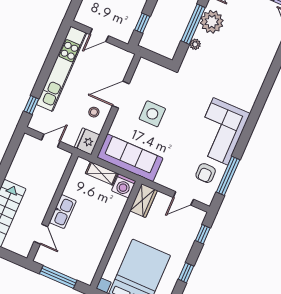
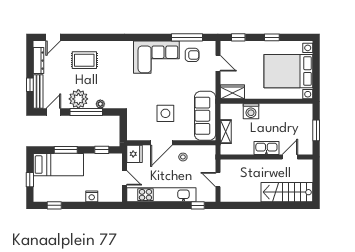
rug: (253, 48) -> (84, 60), added
door: (121, 95) -> (161, 143), hinge flipped
fridge: (87, 141) -> (134, 154), moved, turned -90
washing machine: (124, 186) -> (251, 111), moved, turned 90
window: (58, 277) -> (316, 130), width x0.69

